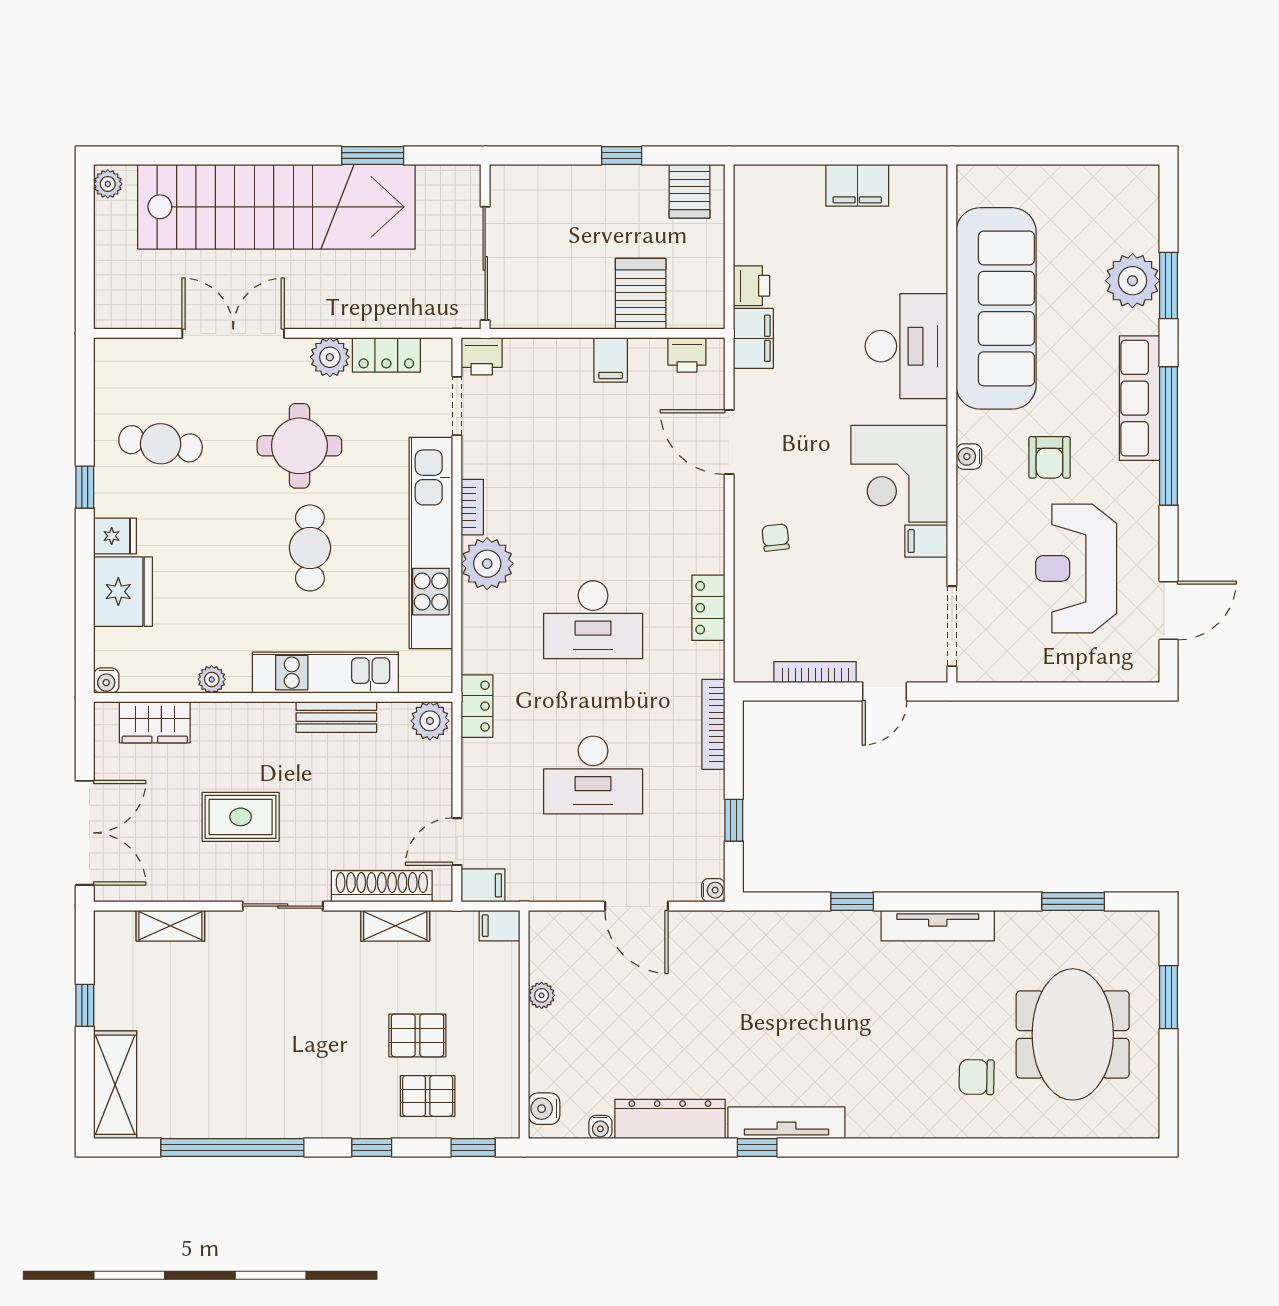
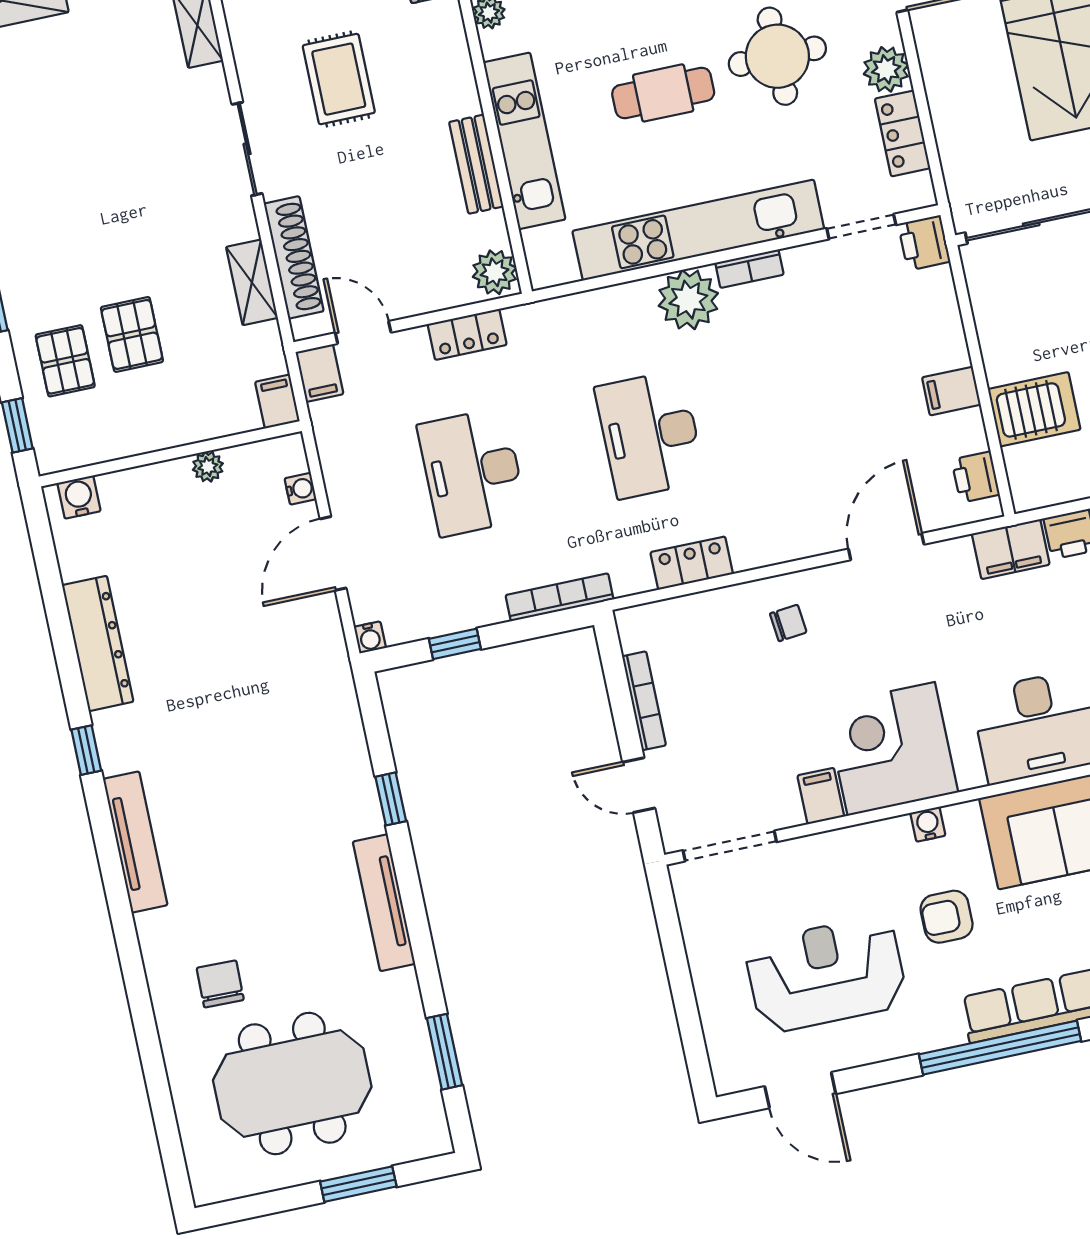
locker: (477, 706) -> (467, 334), moved
tv unit: (786, 1123) -> (135, 842), moved
water cooler: (600, 1127) -> (300, 489), moved, turned 180

